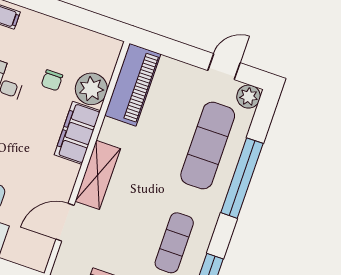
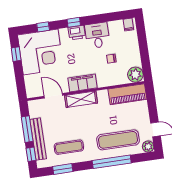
plant: (91, 89) -> (135, 75), moved
filing cabinet: (77, 133) -> (83, 83), moved

